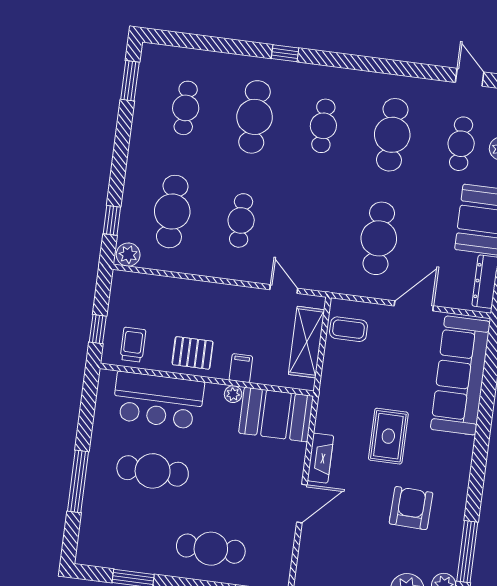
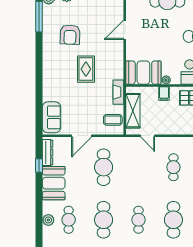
sofa: (460, 375) -> (52, 117), width x0.54, depth x0.79
fireplace: (320, 458) -> (118, 92), moved

